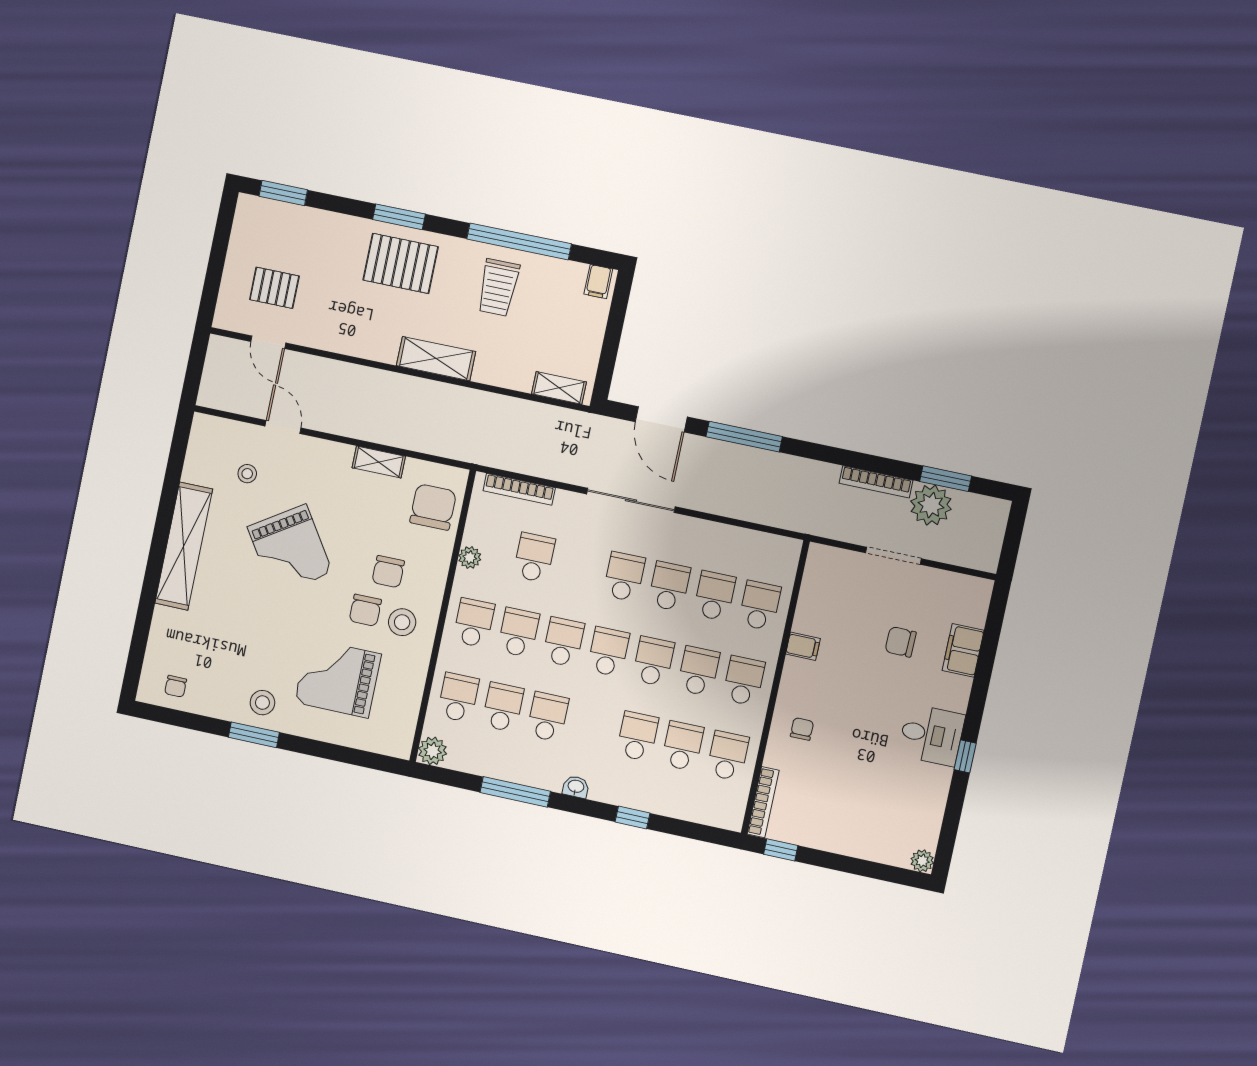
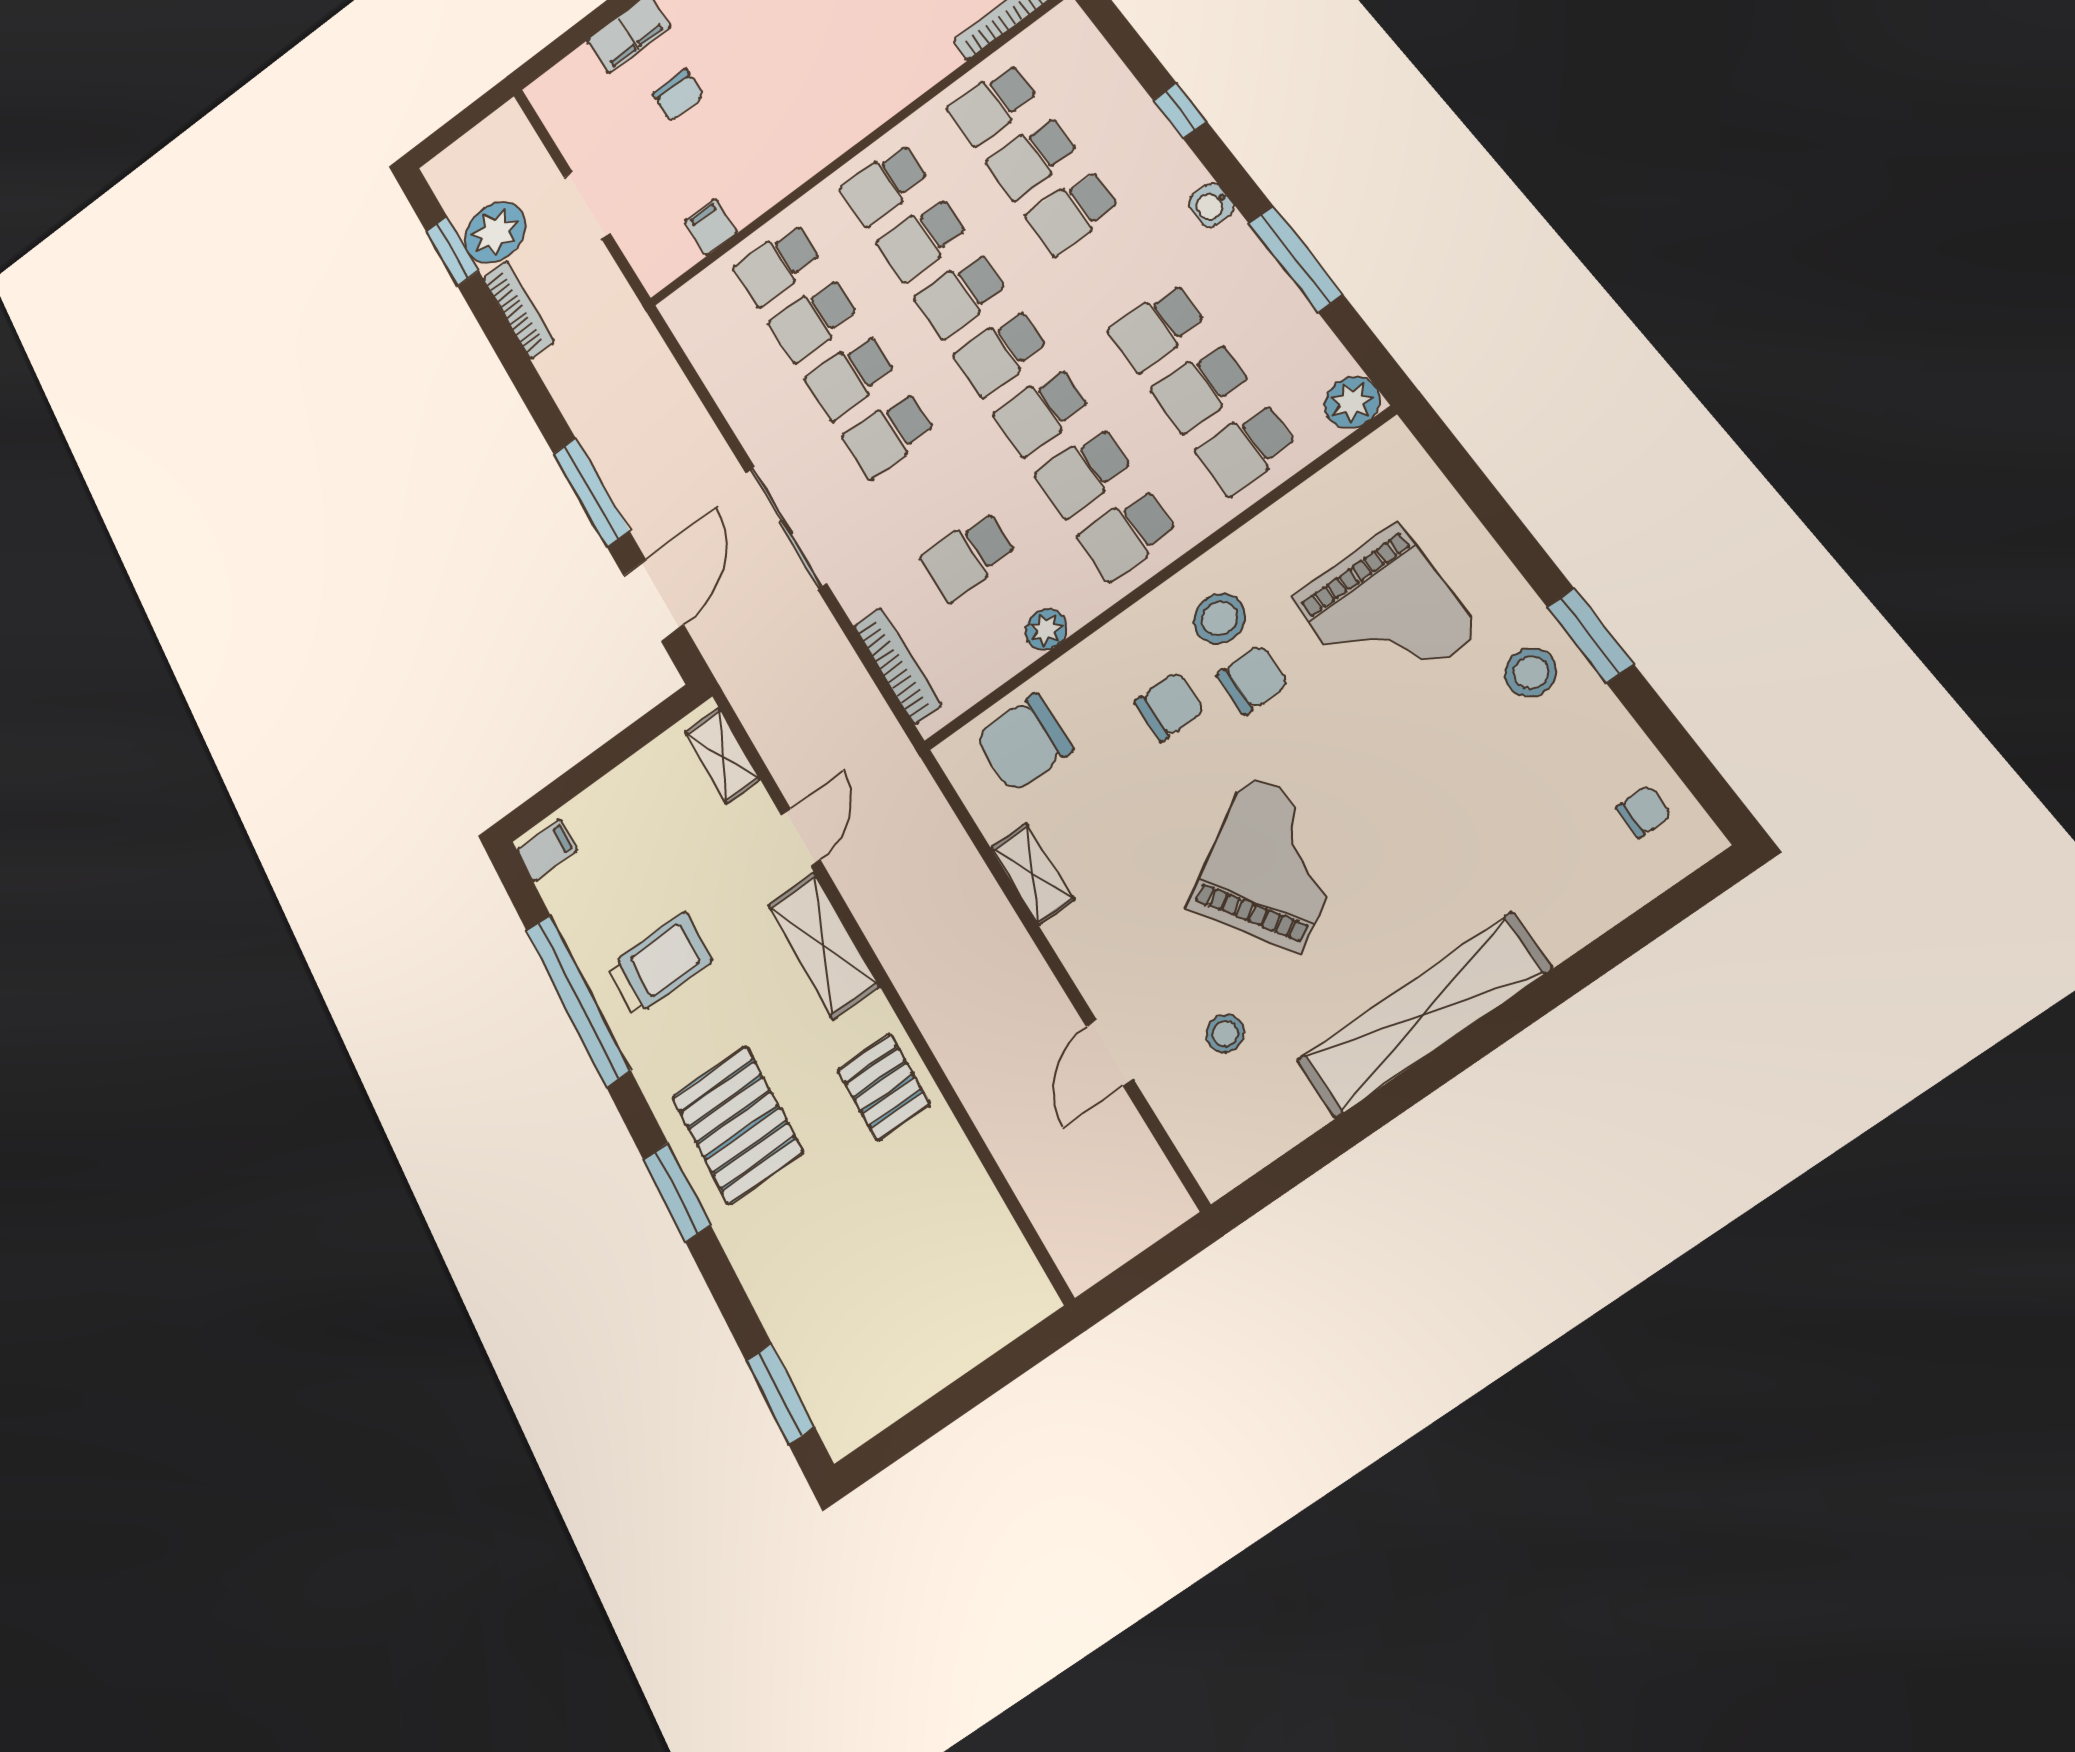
pallet: (274, 288) -> (884, 1087), moved
door: (268, 342) -> (801, 837), moved
filing cabinet: (803, 646) -> (711, 227), moved
chair: (802, 729) -> (879, 73), removed

